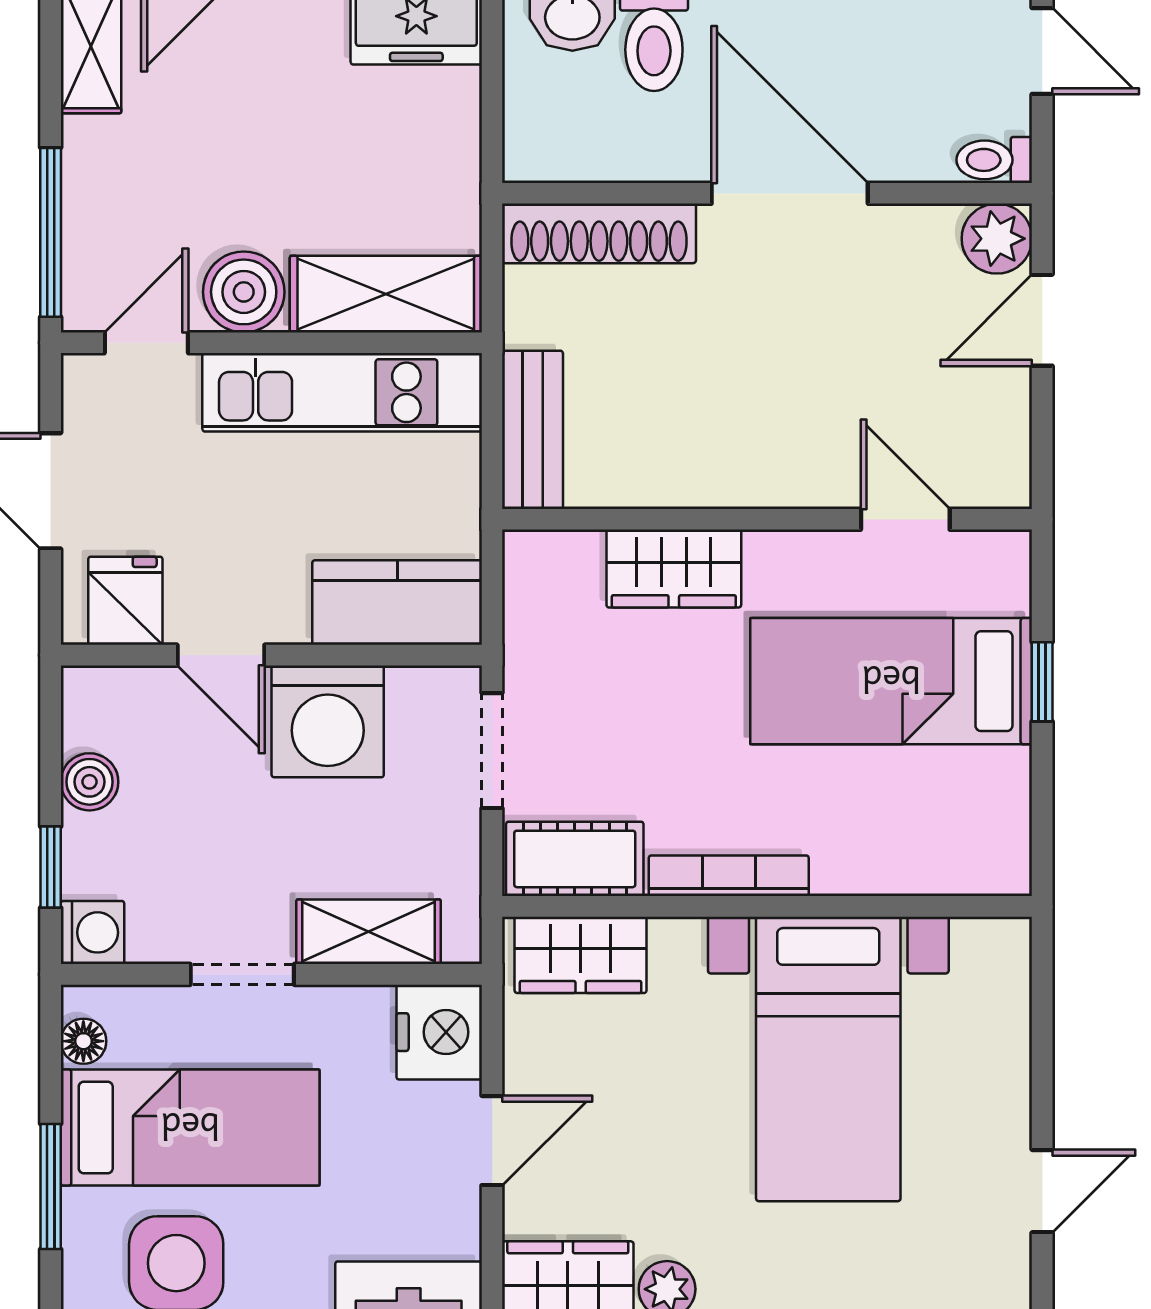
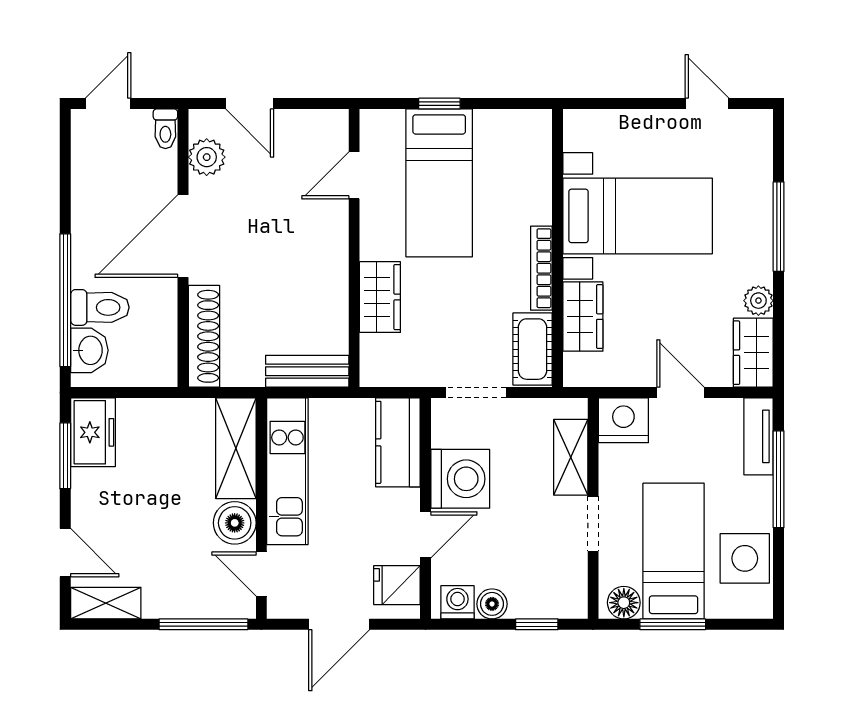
plant: (997, 239) -> (207, 157), moved
washing machine: (92, 932) -> (457, 602), moved
wardrobe: (581, 955) -> (583, 317), moved
floor lamp: (83, 1041) -> (624, 603), width x1.37, depth x1.37
window: (51, 1186) -> (673, 624), moved

